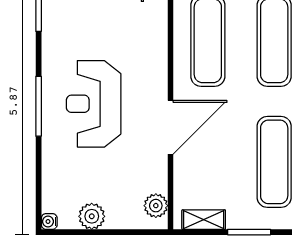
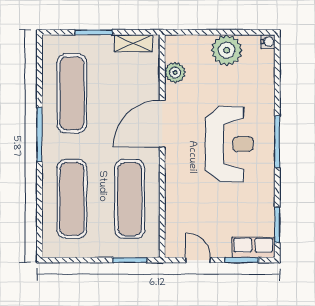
plant: (156, 206) -> (175, 73), moved
plant: (92, 216) -> (227, 50), width x1.36, depth x1.36

